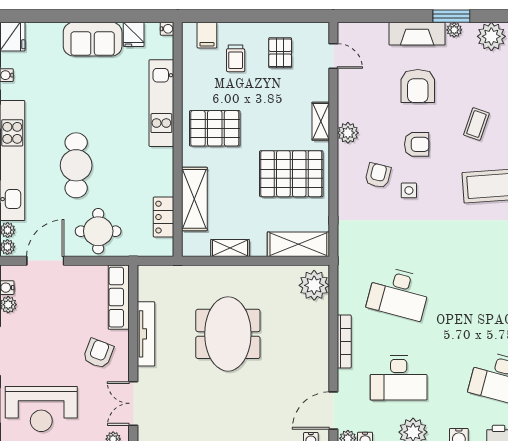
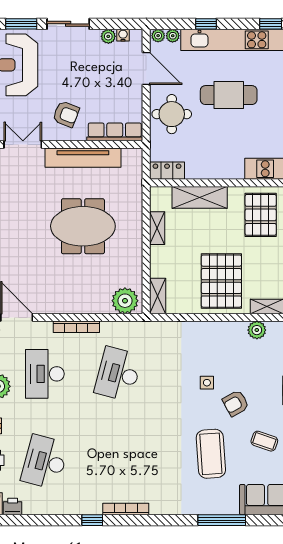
armchair: (417, 144) -> (236, 403), moved, turned 61
armchair: (378, 175) -> (220, 356), removed
locker: (164, 217) -> (167, 171), moved
shelving: (298, 244) -> (158, 296), width x0.67, depth x0.75
tv unit: (146, 334) -> (83, 158), width x1.36, depth x1.29

